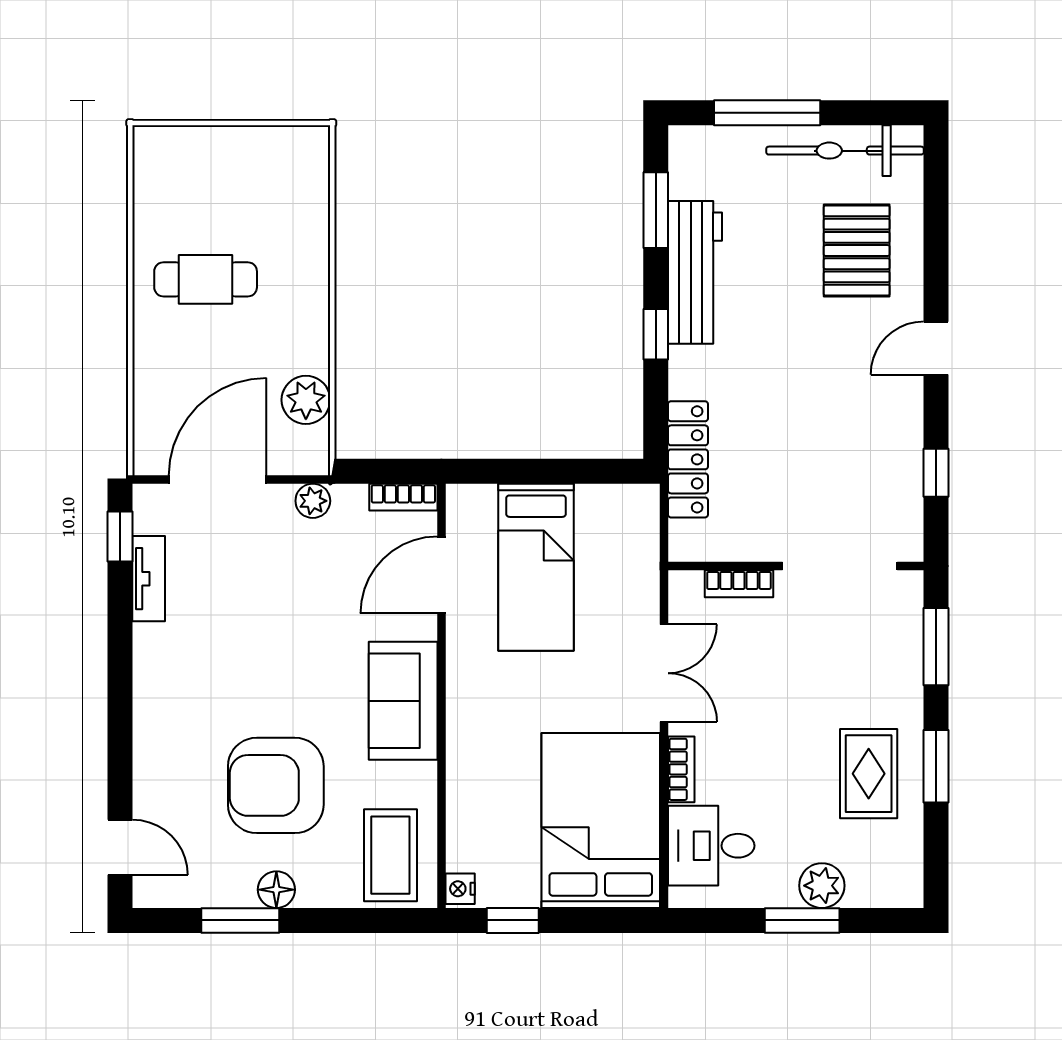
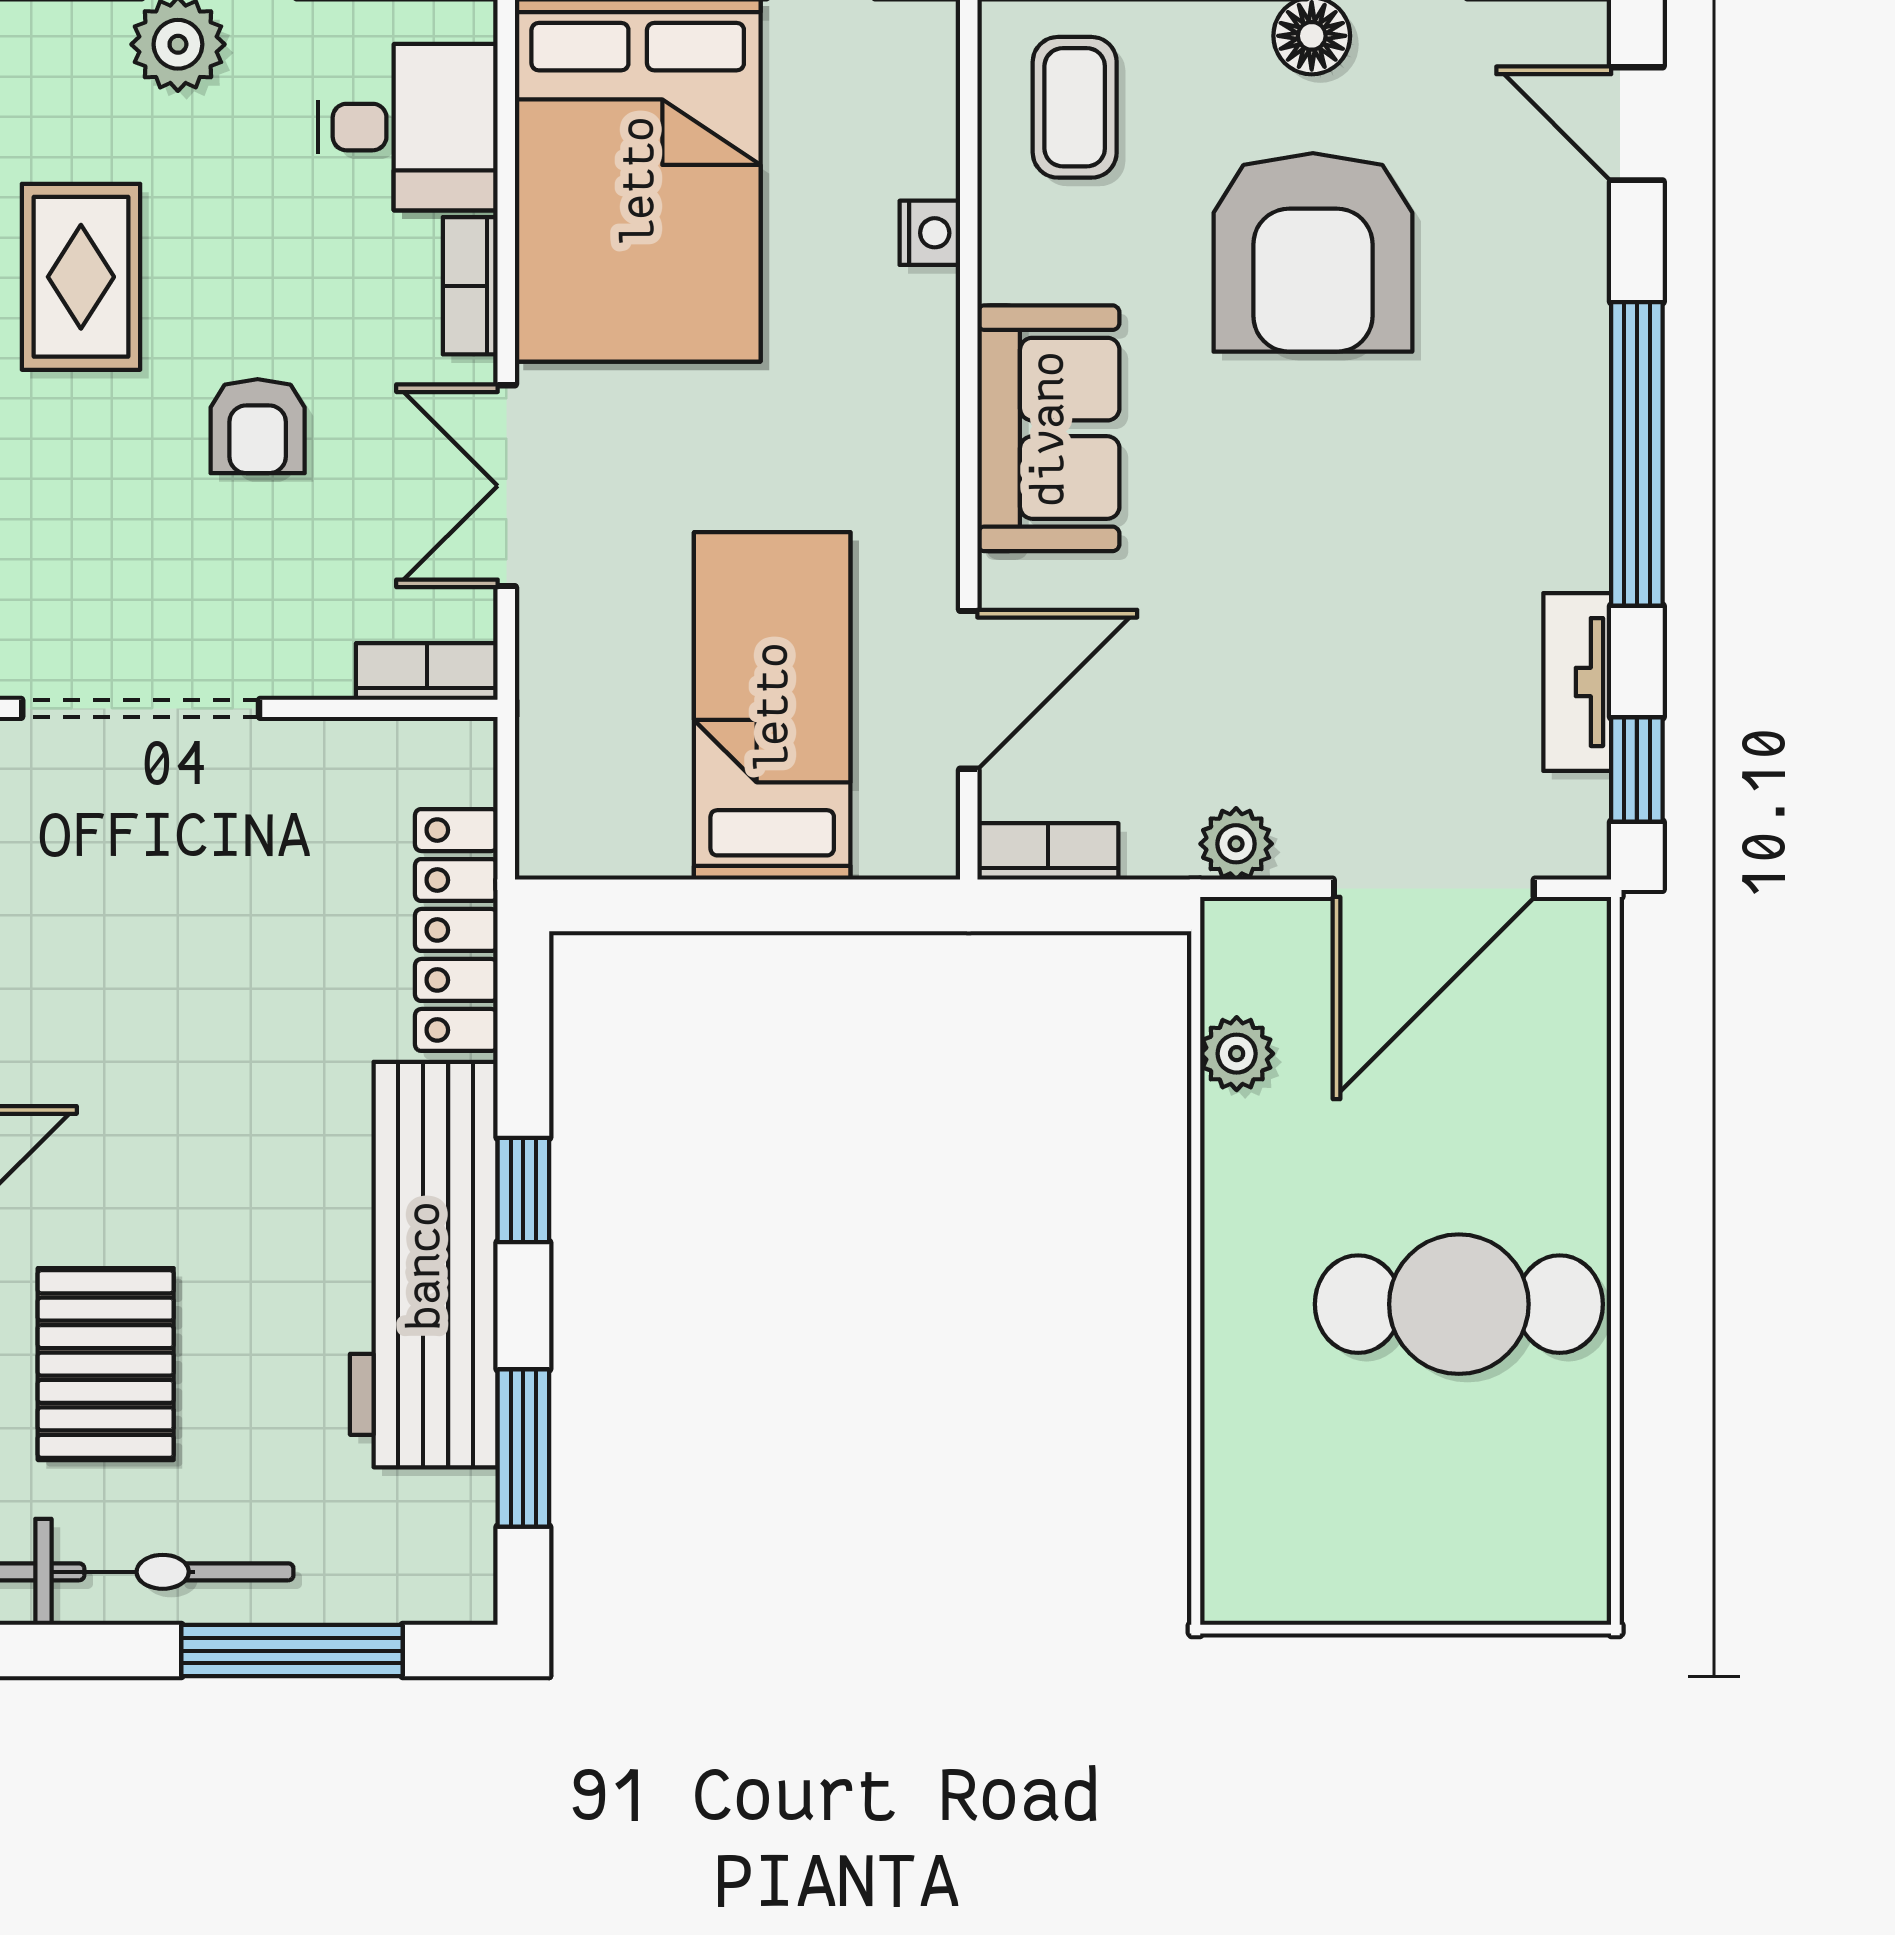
workbench: (695, 272) -> (424, 1265), width x1.36, depth x1.32
cafe table: (206, 279) -> (1459, 1304), width x1.37, depth x1.35
plant: (306, 400) -> (1237, 1054), width x0.73, depth x0.73
bookcase: (739, 584) -> (427, 671), moved
window: (120, 688) -> (1637, 454), added
armchair: (784, 702) -> (258, 426), added
armchair: (276, 785) -> (1313, 252), turned 90
coffee table: (390, 855) -> (1075, 107), width x0.73, depth x0.77
nightstand: (460, 889) -> (930, 233), moved

